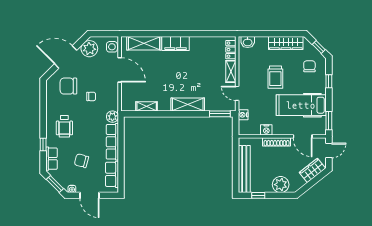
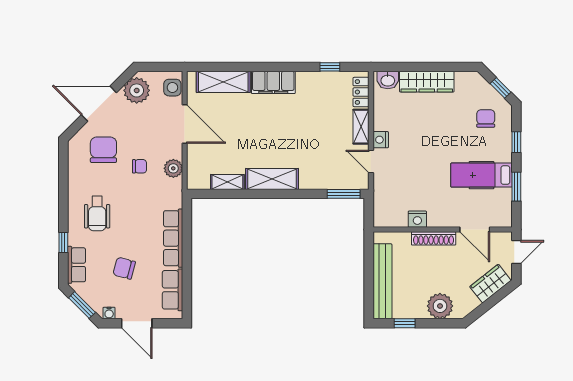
window: (211, 34) -> (330, 67), added
wardrobe: (286, 43) -> (427, 82), moved
trolley: (275, 77) -> (432, 136), removed
chair: (68, 86) -> (103, 150), turned 90
shelving: (188, 104) -> (272, 179), moved
hospital bed: (301, 105) -> (482, 175), width x0.73, depth x0.78
nightstand: (243, 115) -> (381, 140), moved
plant: (112, 117) -> (173, 168), moved
window: (329, 121) -> (516, 187), moved

